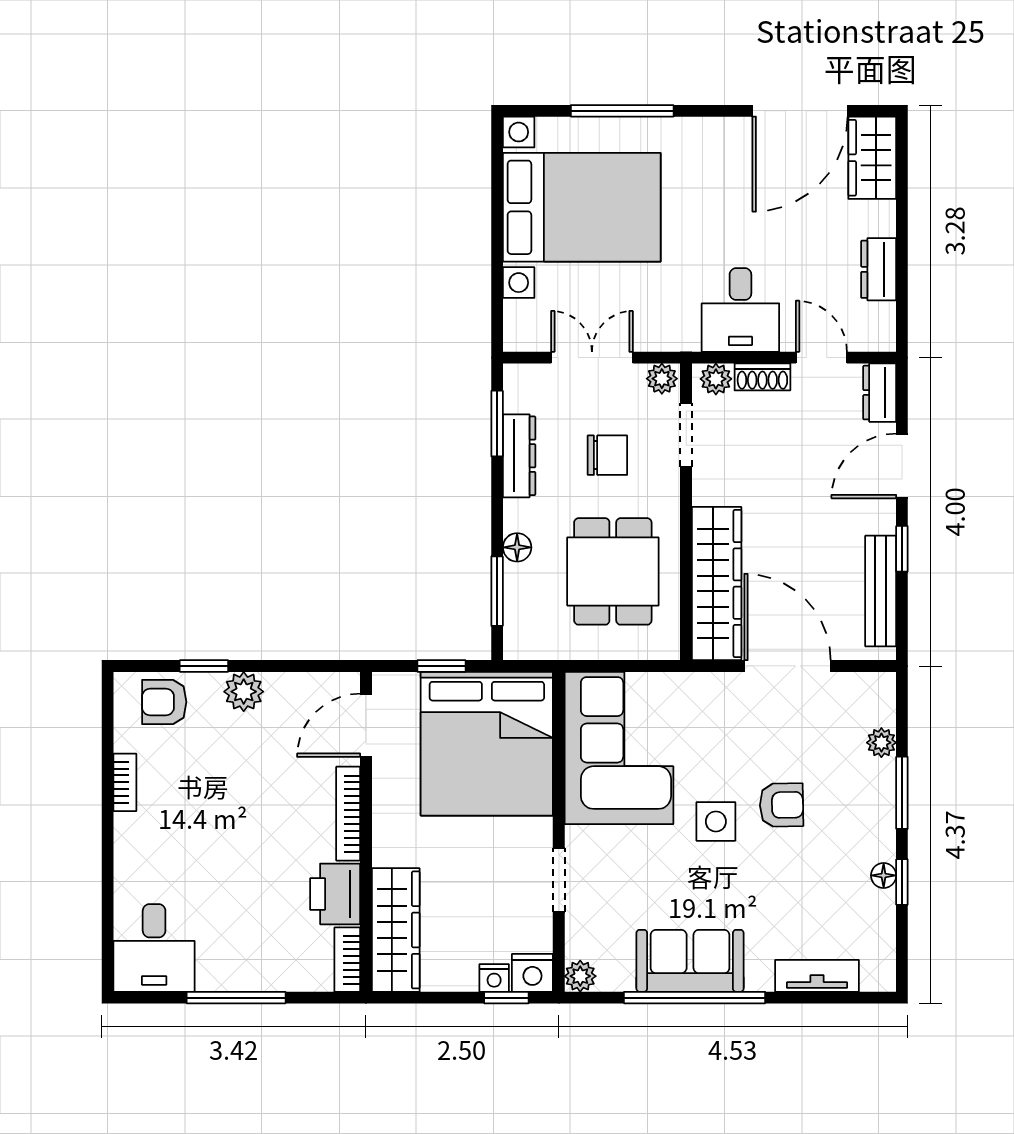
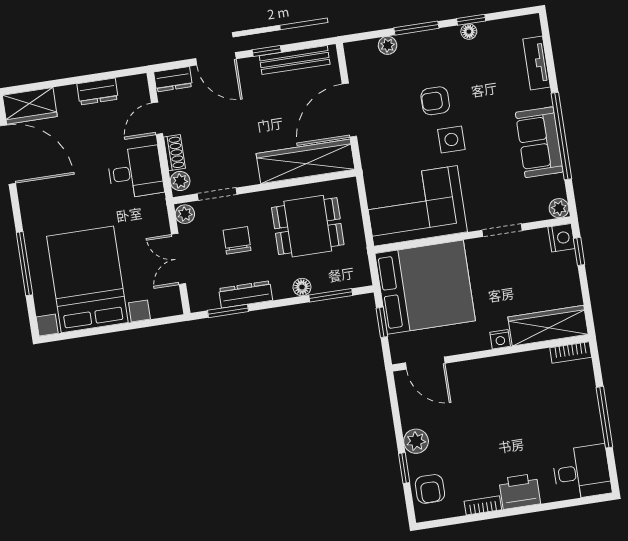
armchair: (781, 805) -> (435, 101), turned -89
bookcase: (348, 814) -> (481, 366), removed
printer: (335, 894) -> (520, 491), moved, turned 180
nightstand: (494, 978) -> (500, 339), moved, turned 90

